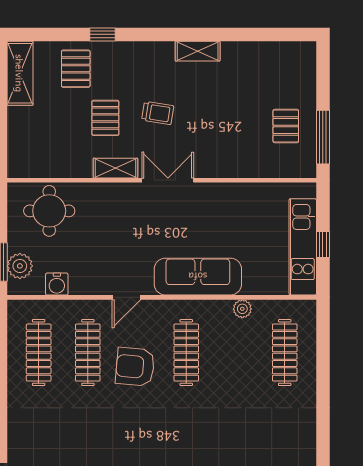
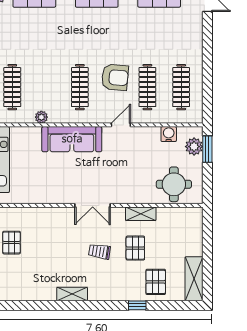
shelving: (115, 168) -> (141, 214), moved

